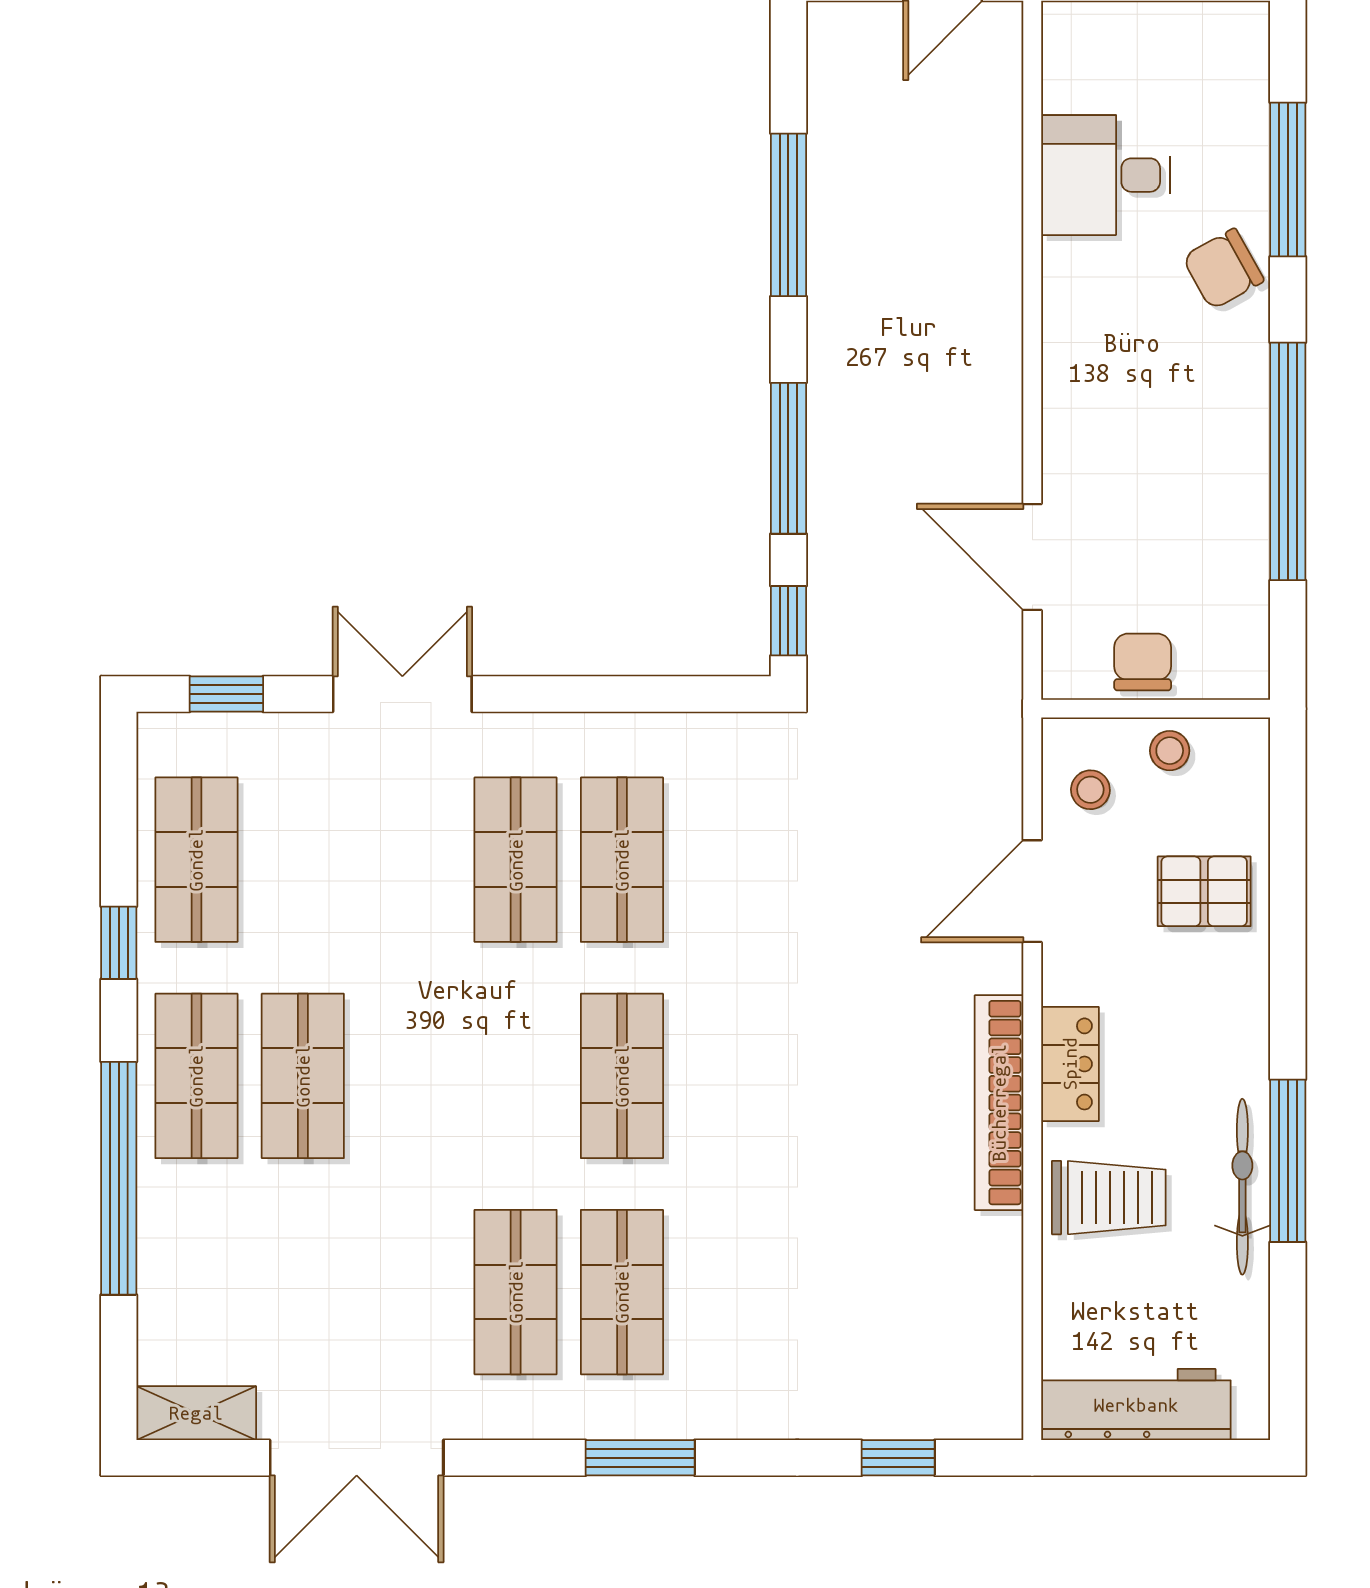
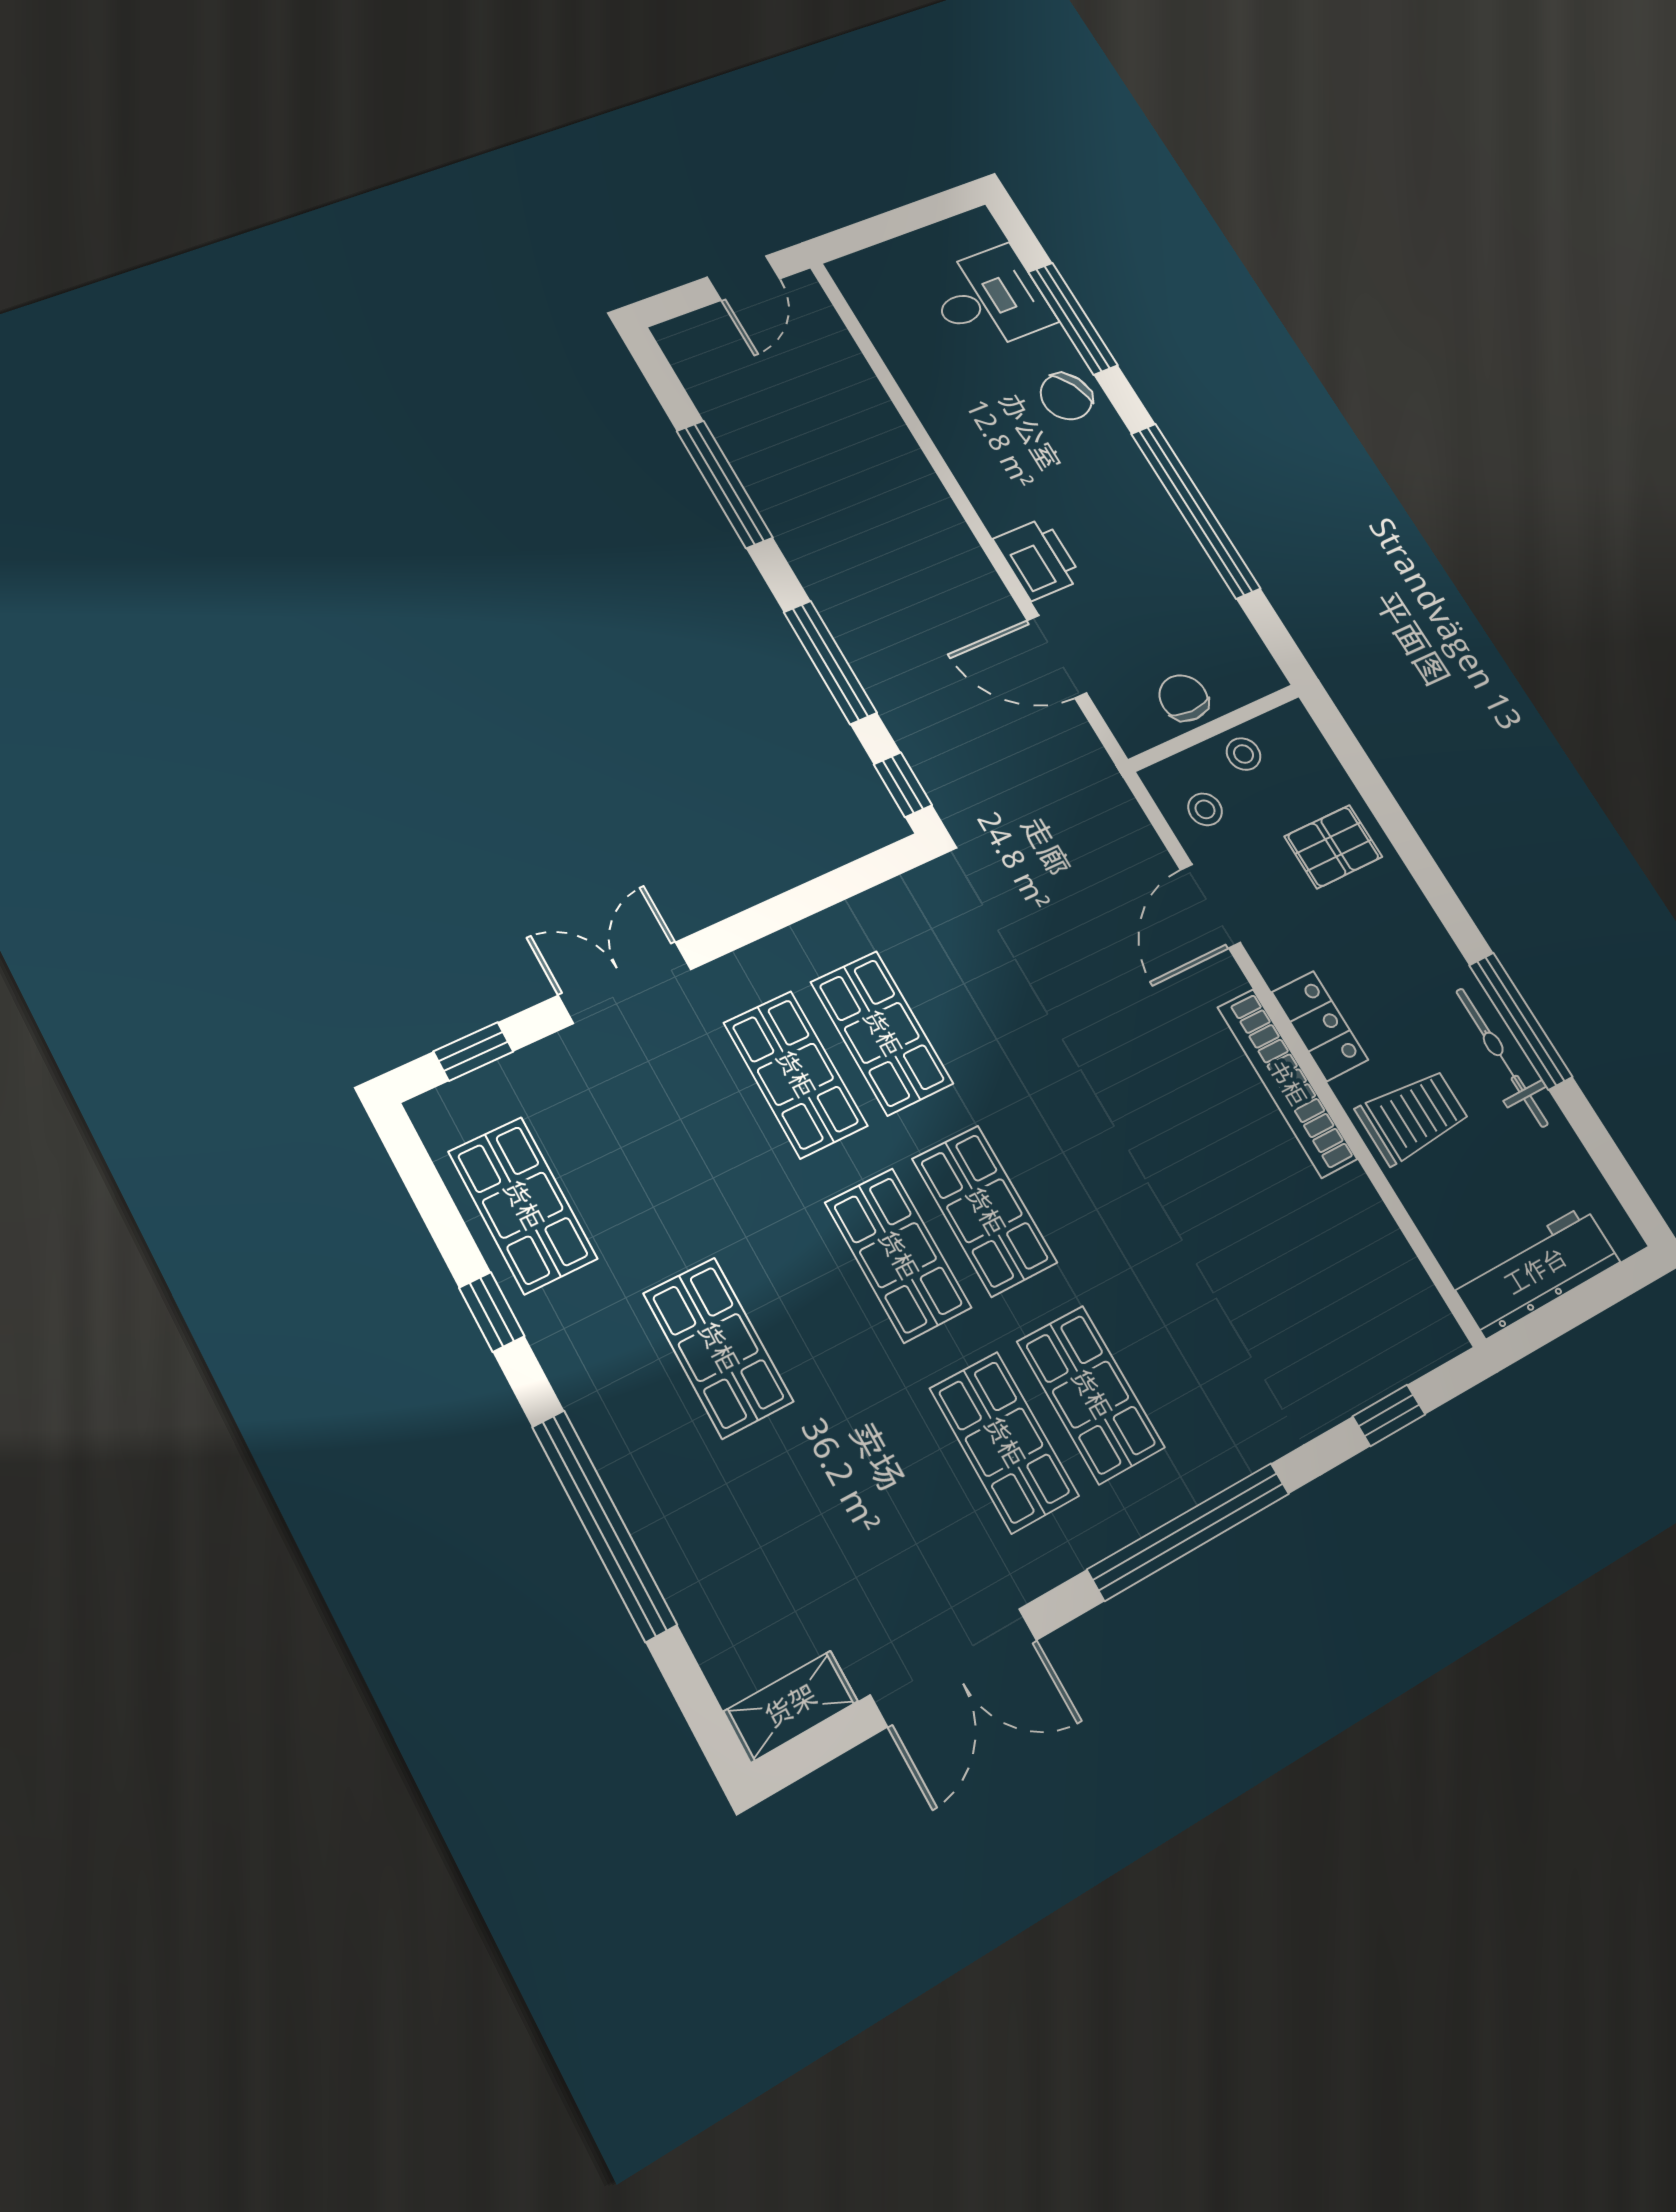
desk: (1106, 175) -> (989, 299), moved, turned 180
printer: (1077, 441) -> (1038, 559), added
shop shelf: (196, 1076) -> (898, 1255), moved
window: (640, 1458) -> (1189, 1531), width x2.11

